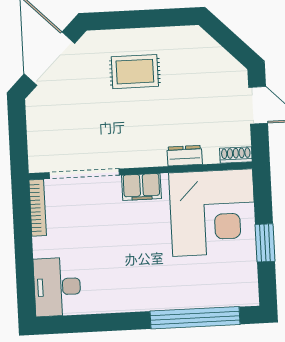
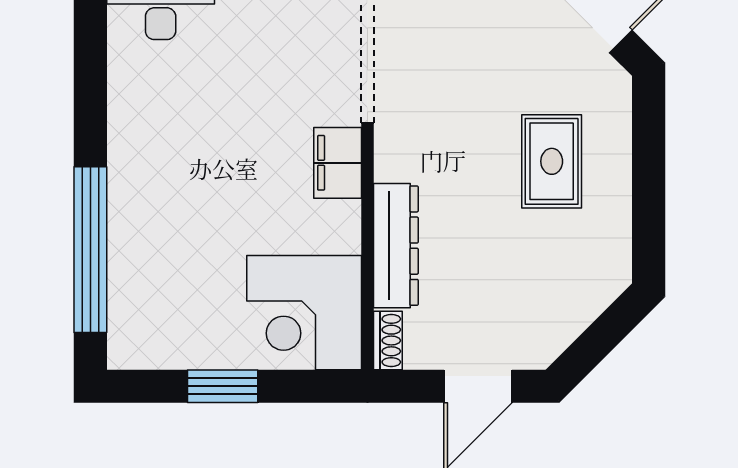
dresser: (185, 156) -> (396, 246), width x1.96, depth x1.24
corner desk: (213, 213) -> (304, 313), width x0.74, depth x0.74

